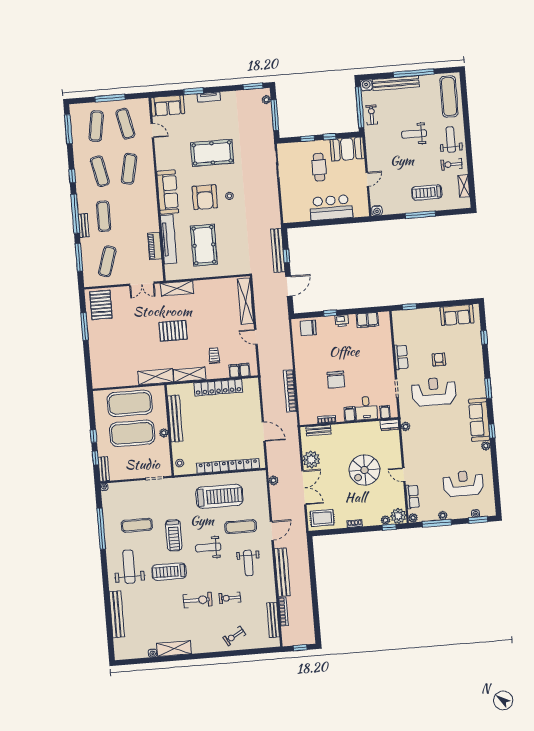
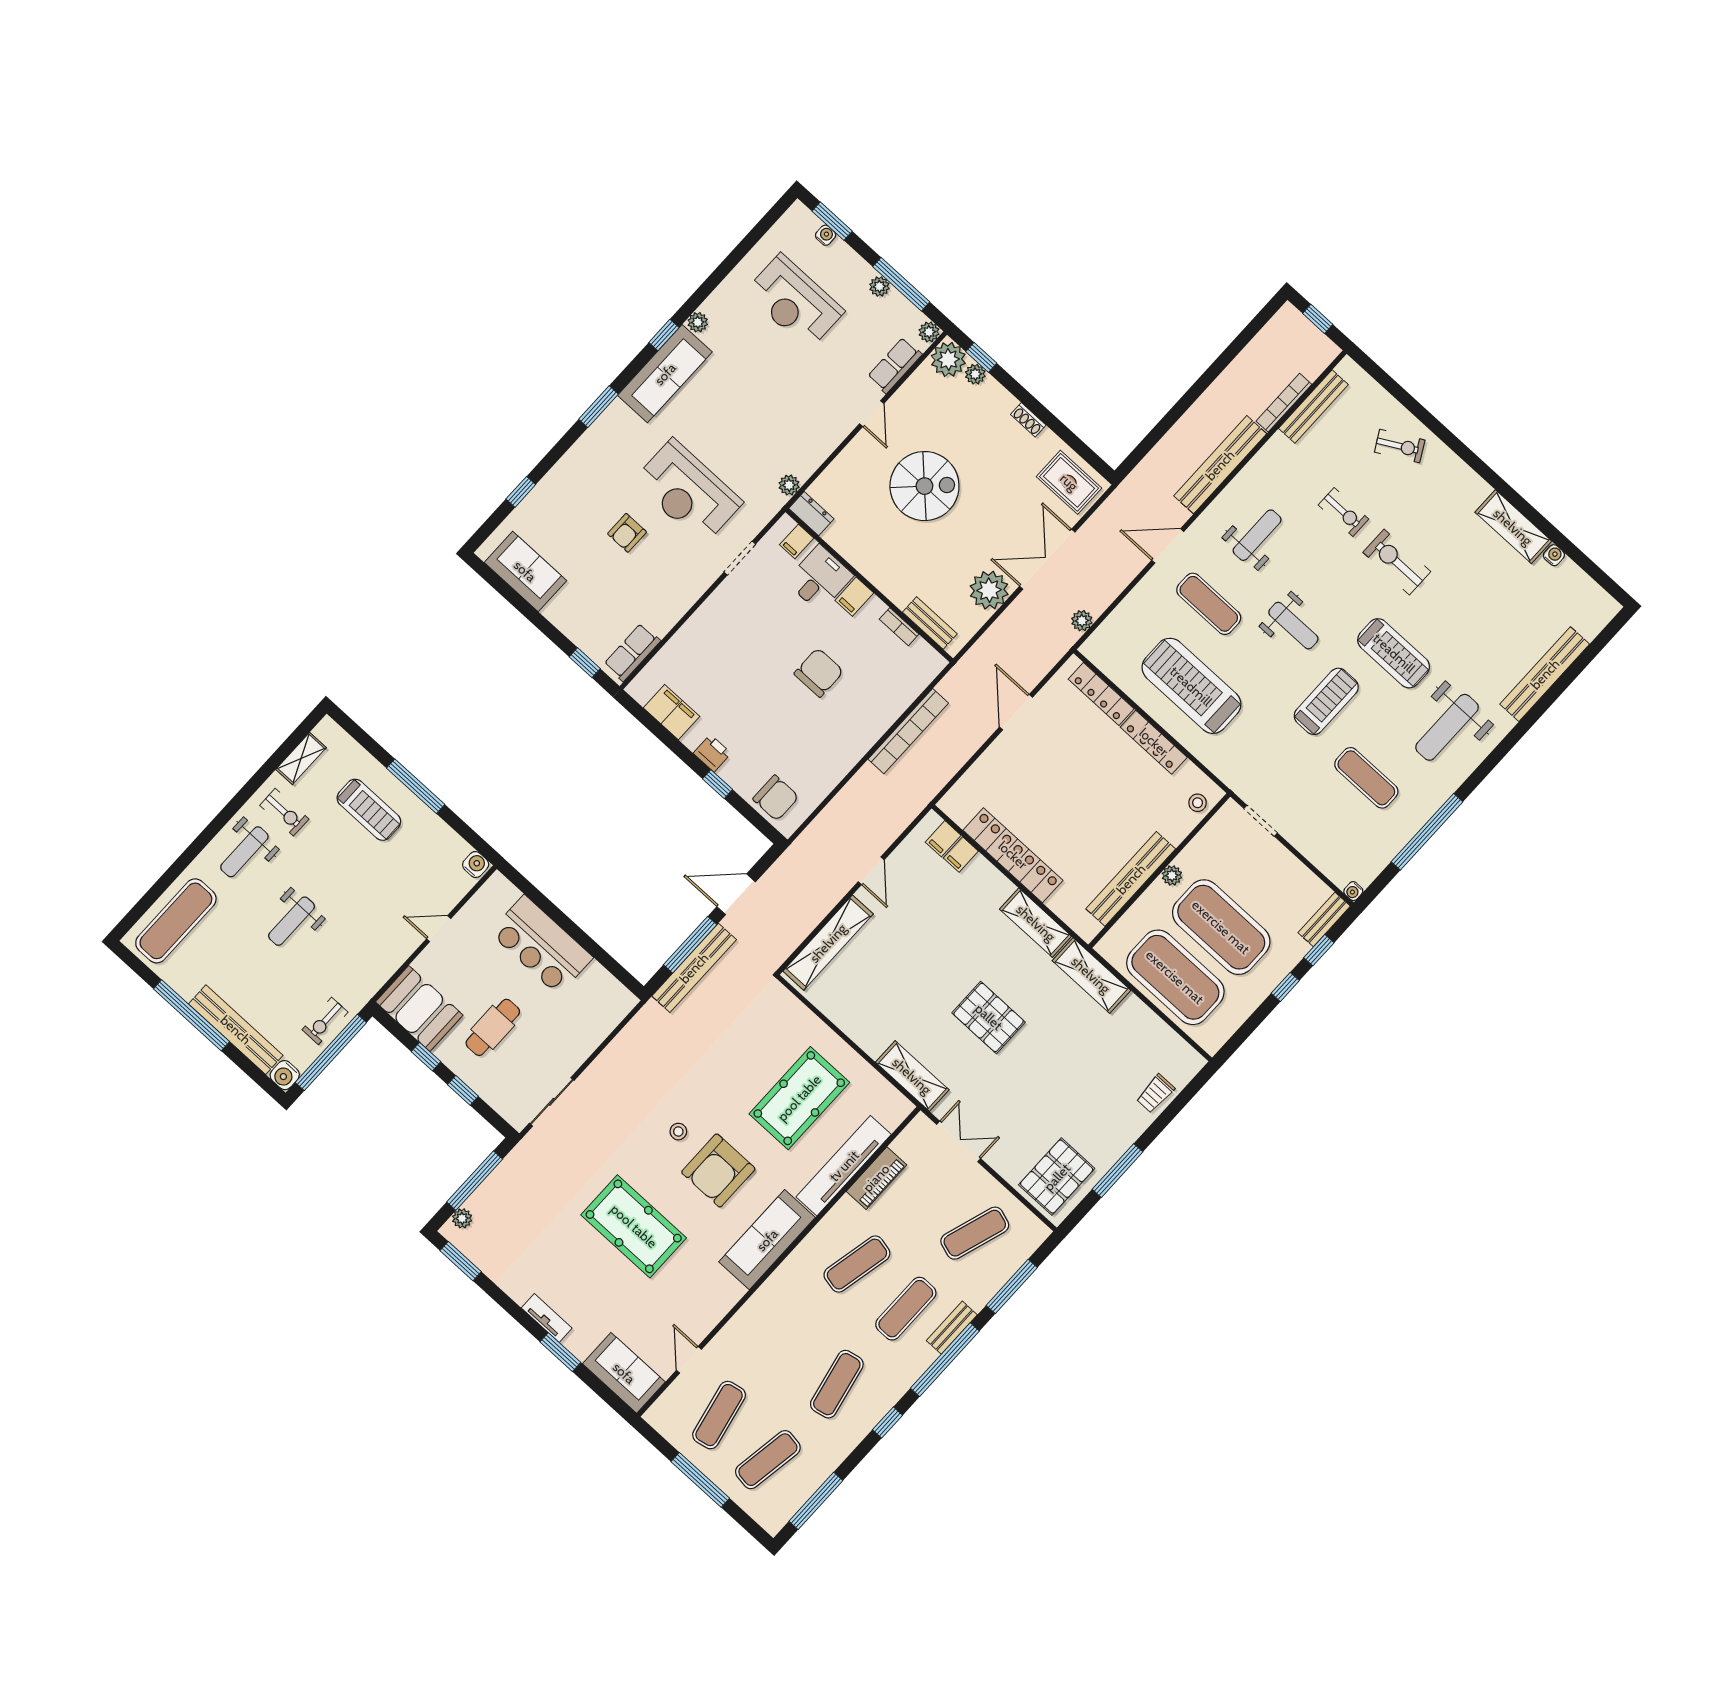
weight bench: (414, 134) -> (292, 921), turned 90
exercise mat: (129, 169) -> (857, 1264), moved
armchair: (205, 197) -> (718, 1170), turned 180
window: (286, 256) -> (690, 945), width x2.17
trolley: (214, 356) -> (1155, 1094), moved
row of seats: (401, 357) -> (632, 652), moved

